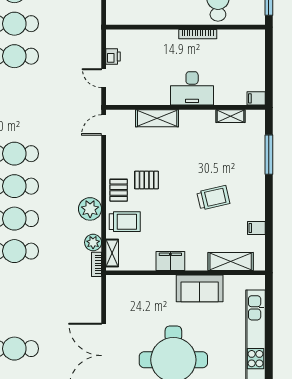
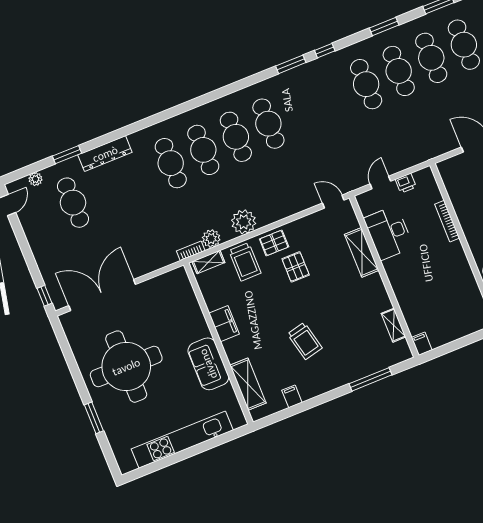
bookcase: (198, 34) -> (447, 221), moved
desk: (192, 88) -> (389, 233), moved

